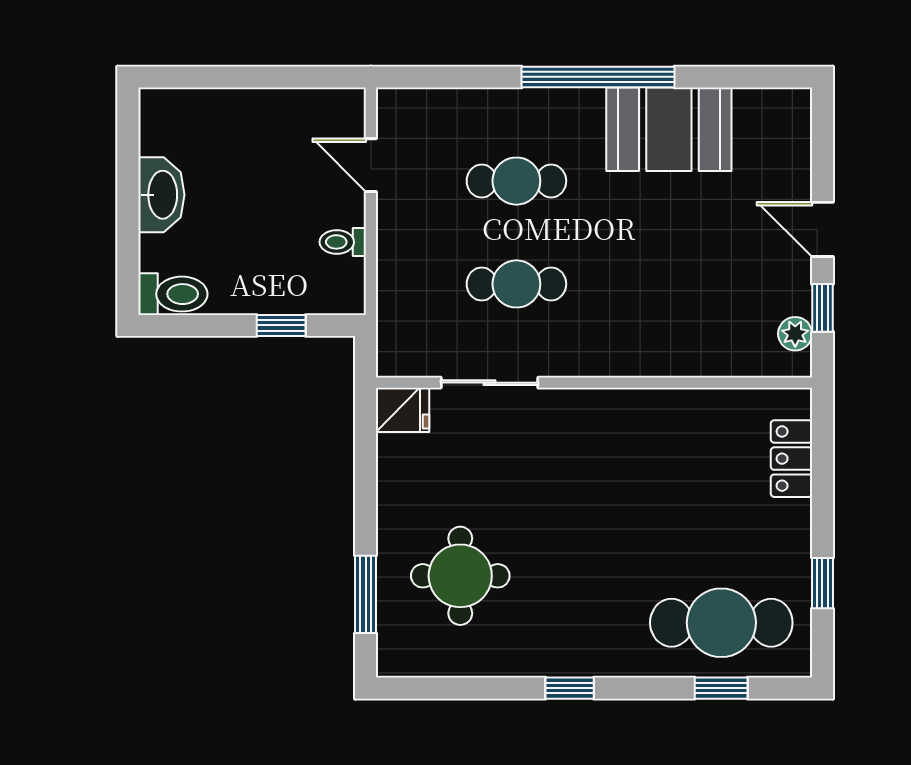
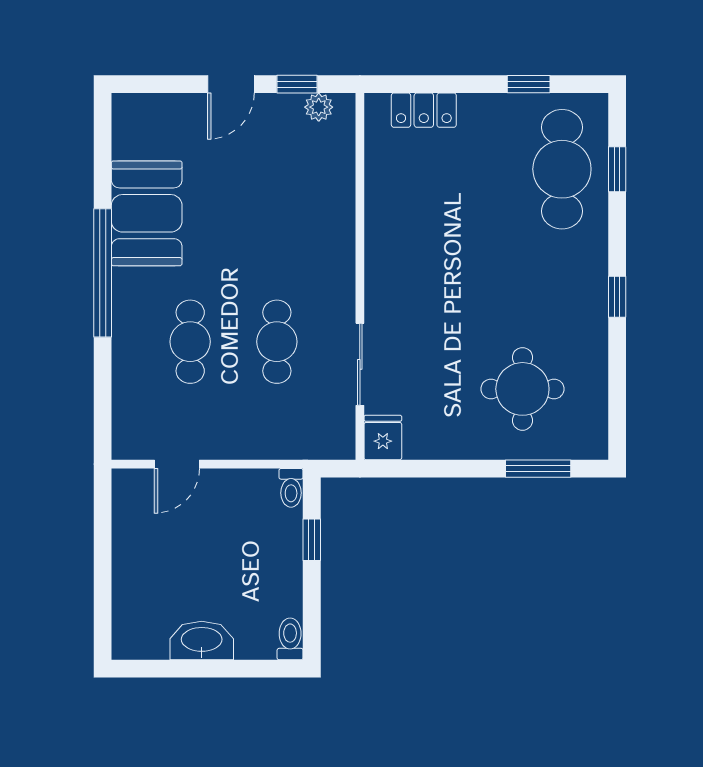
toilet: (343, 242) -> (291, 488), moved
toilet: (173, 294) -> (290, 639), width x0.73, depth x0.72

